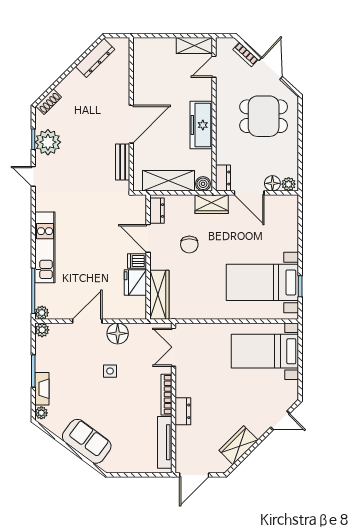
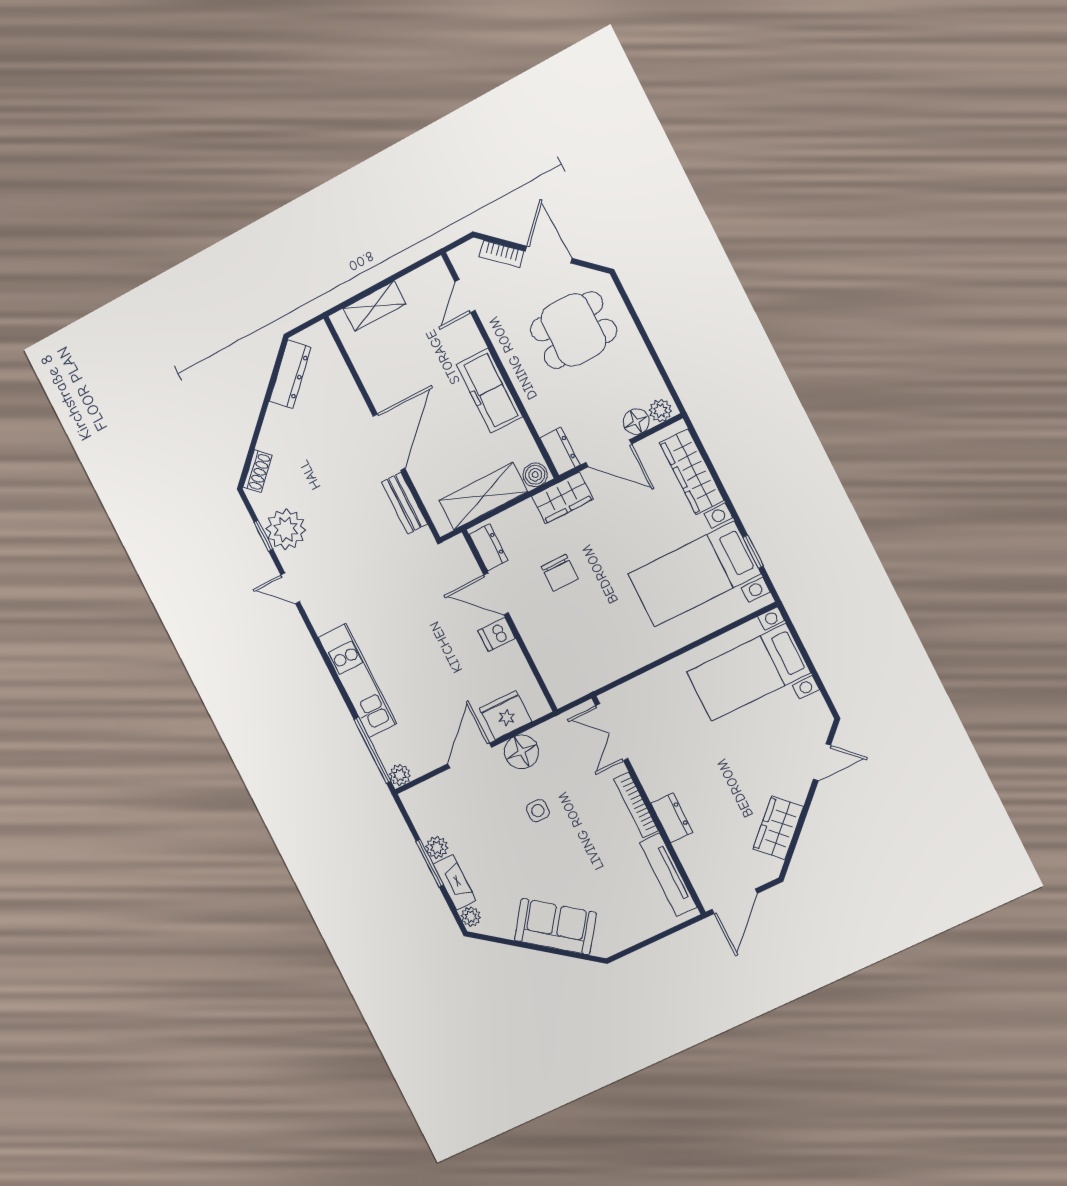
shelving: (194, 46) -> (375, 306), moved
fridge: (135, 283) -> (506, 715), moved, turned 90
wardrobe: (159, 295) -> (692, 472), moved, turned 180
plant: (42, 330) -> (437, 847), moved

